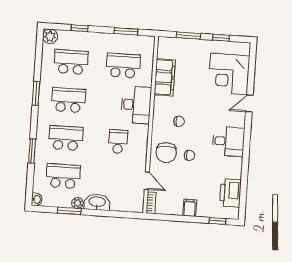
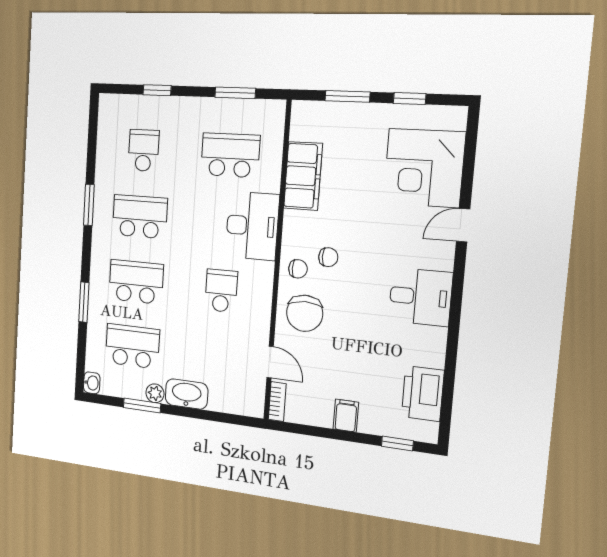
plant: (50, 36) -> (110, 106), removed
school desk: (71, 62) -> (144, 150), width x0.54
chair: (189, 155) -> (298, 269), moved

